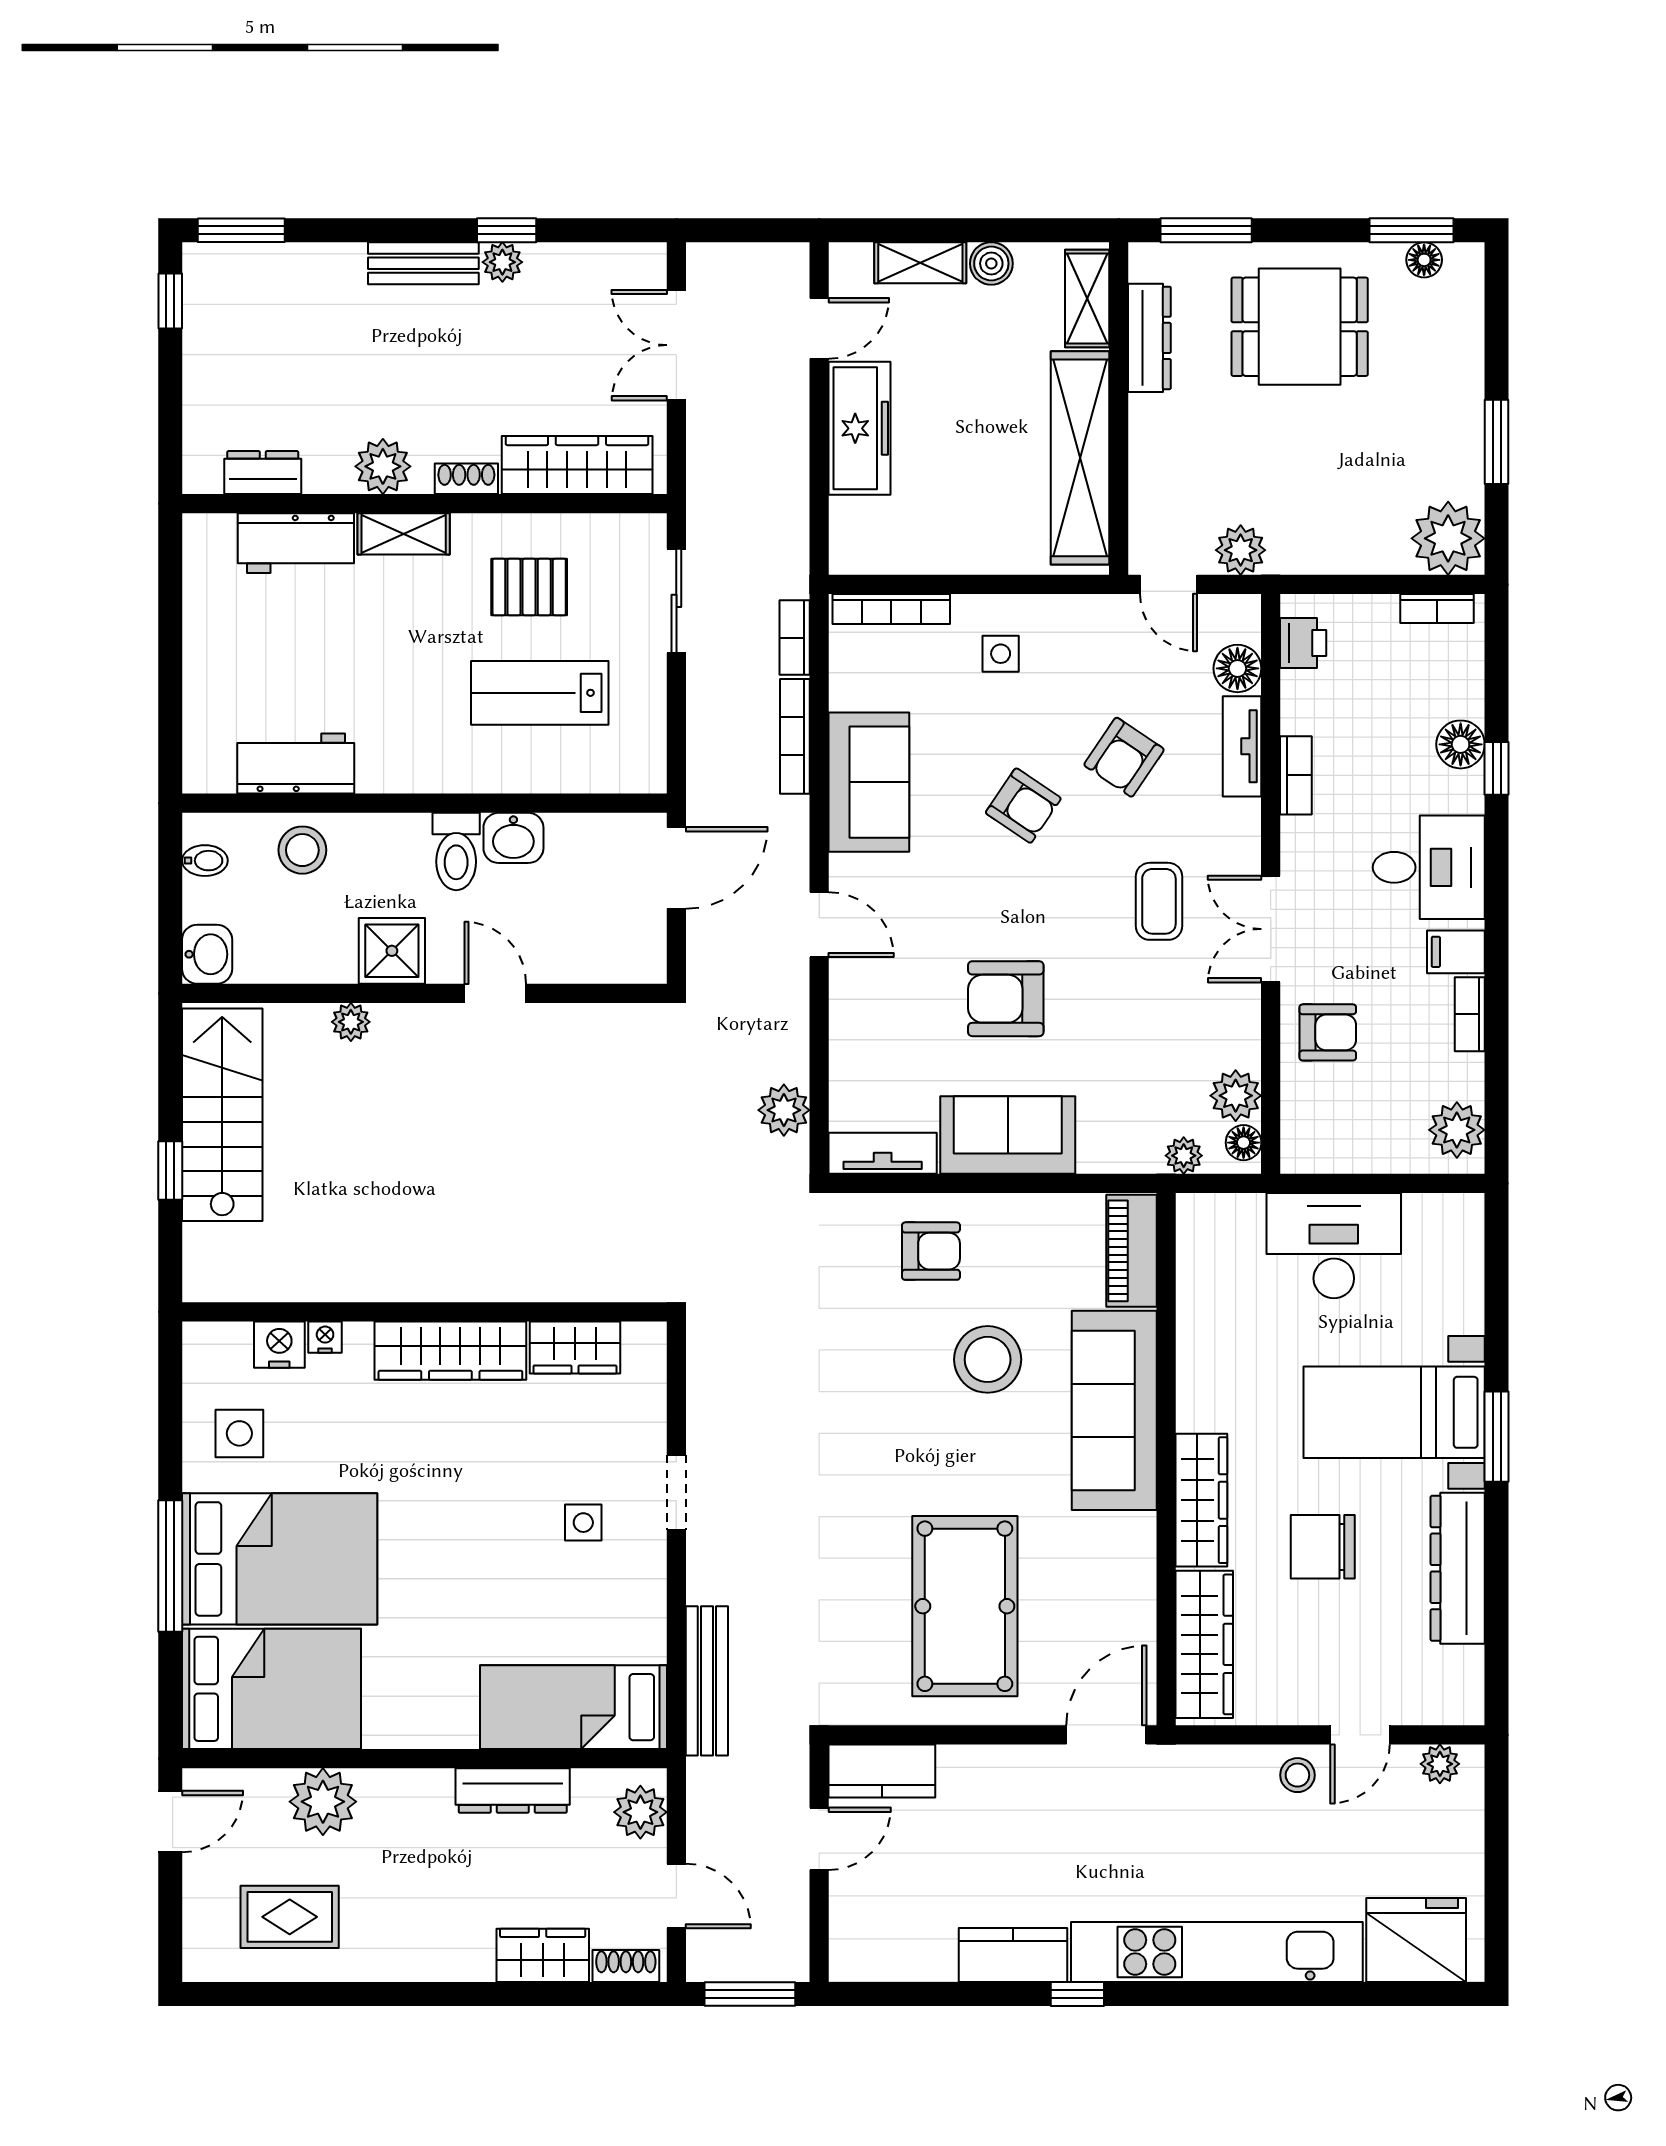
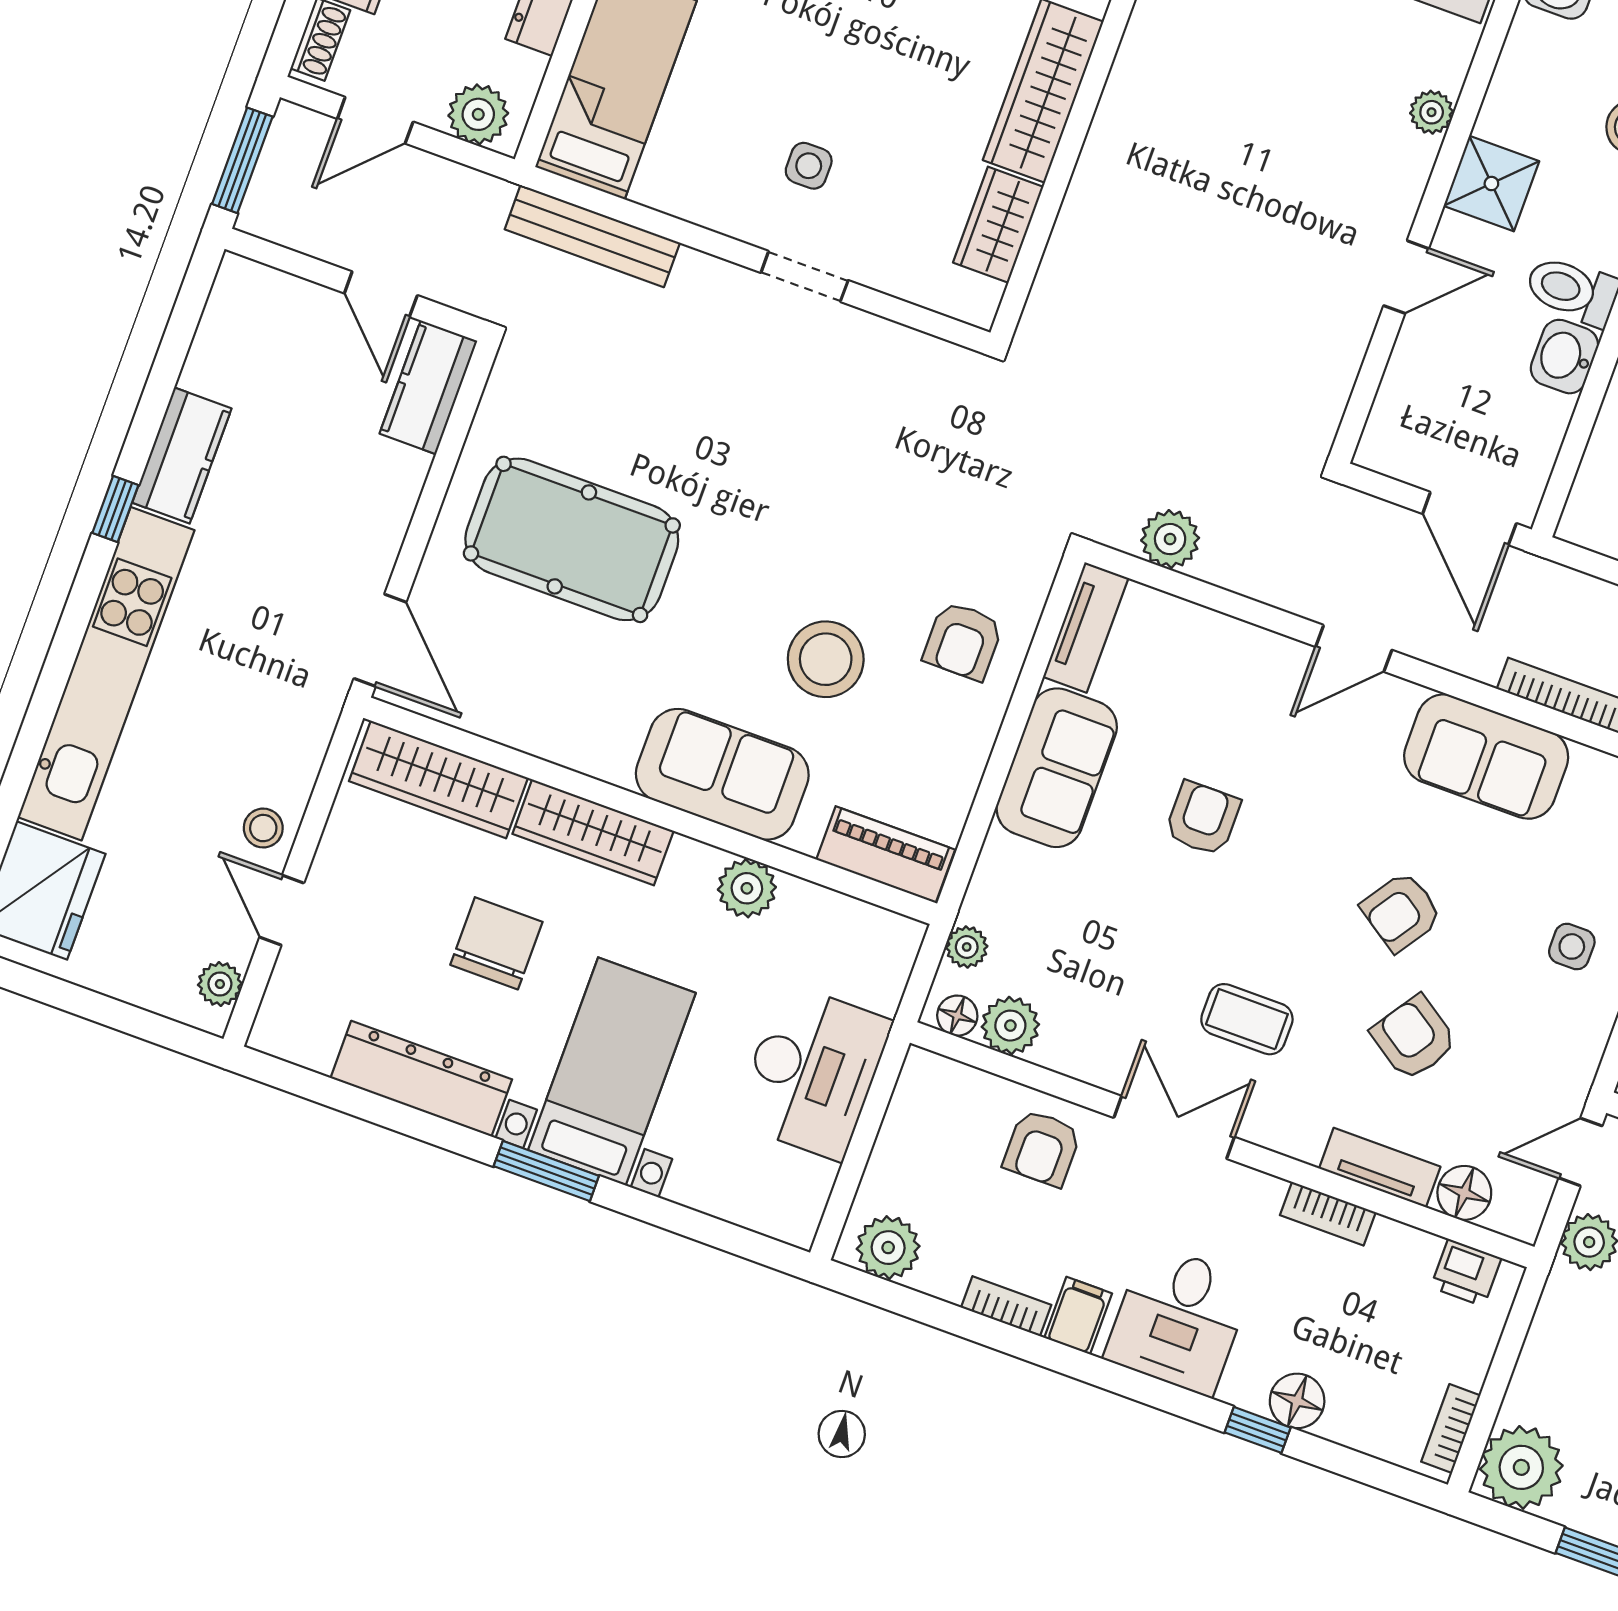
armchair: (1006, 999) -> (1203, 818), width x0.72, depth x0.72
plant: (1201, 1356) -> (747, 888), added
sofa: (1114, 1410) -> (722, 774), width x0.73

